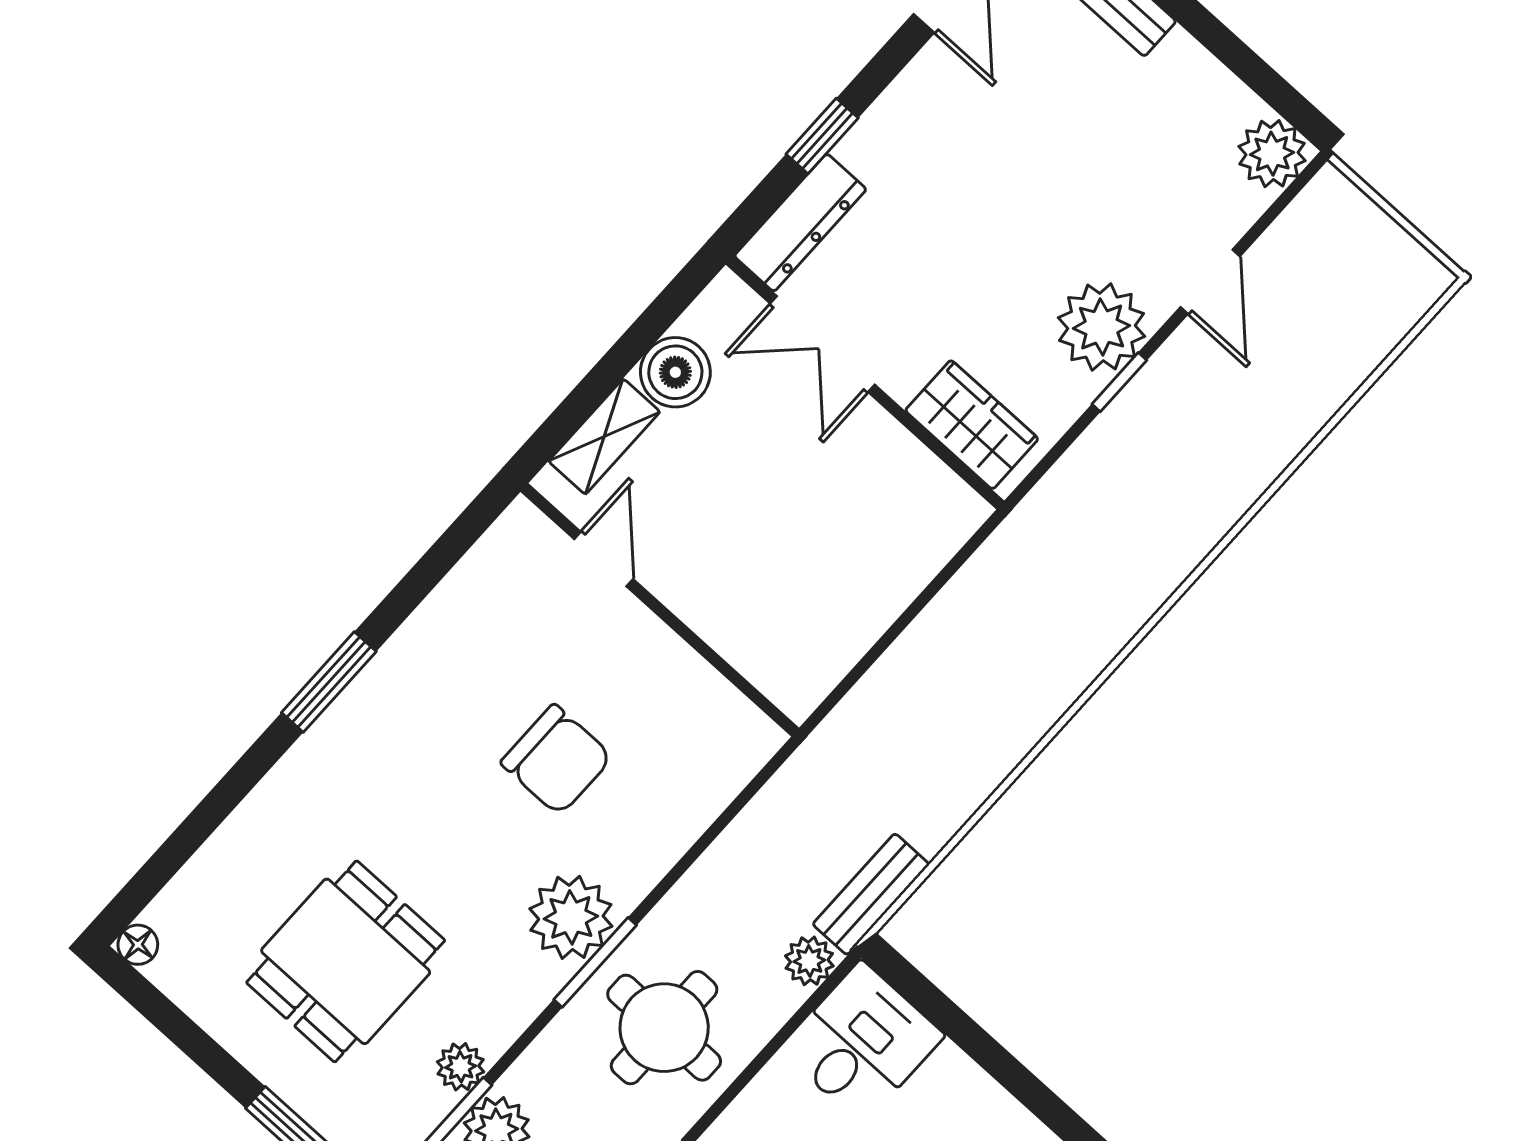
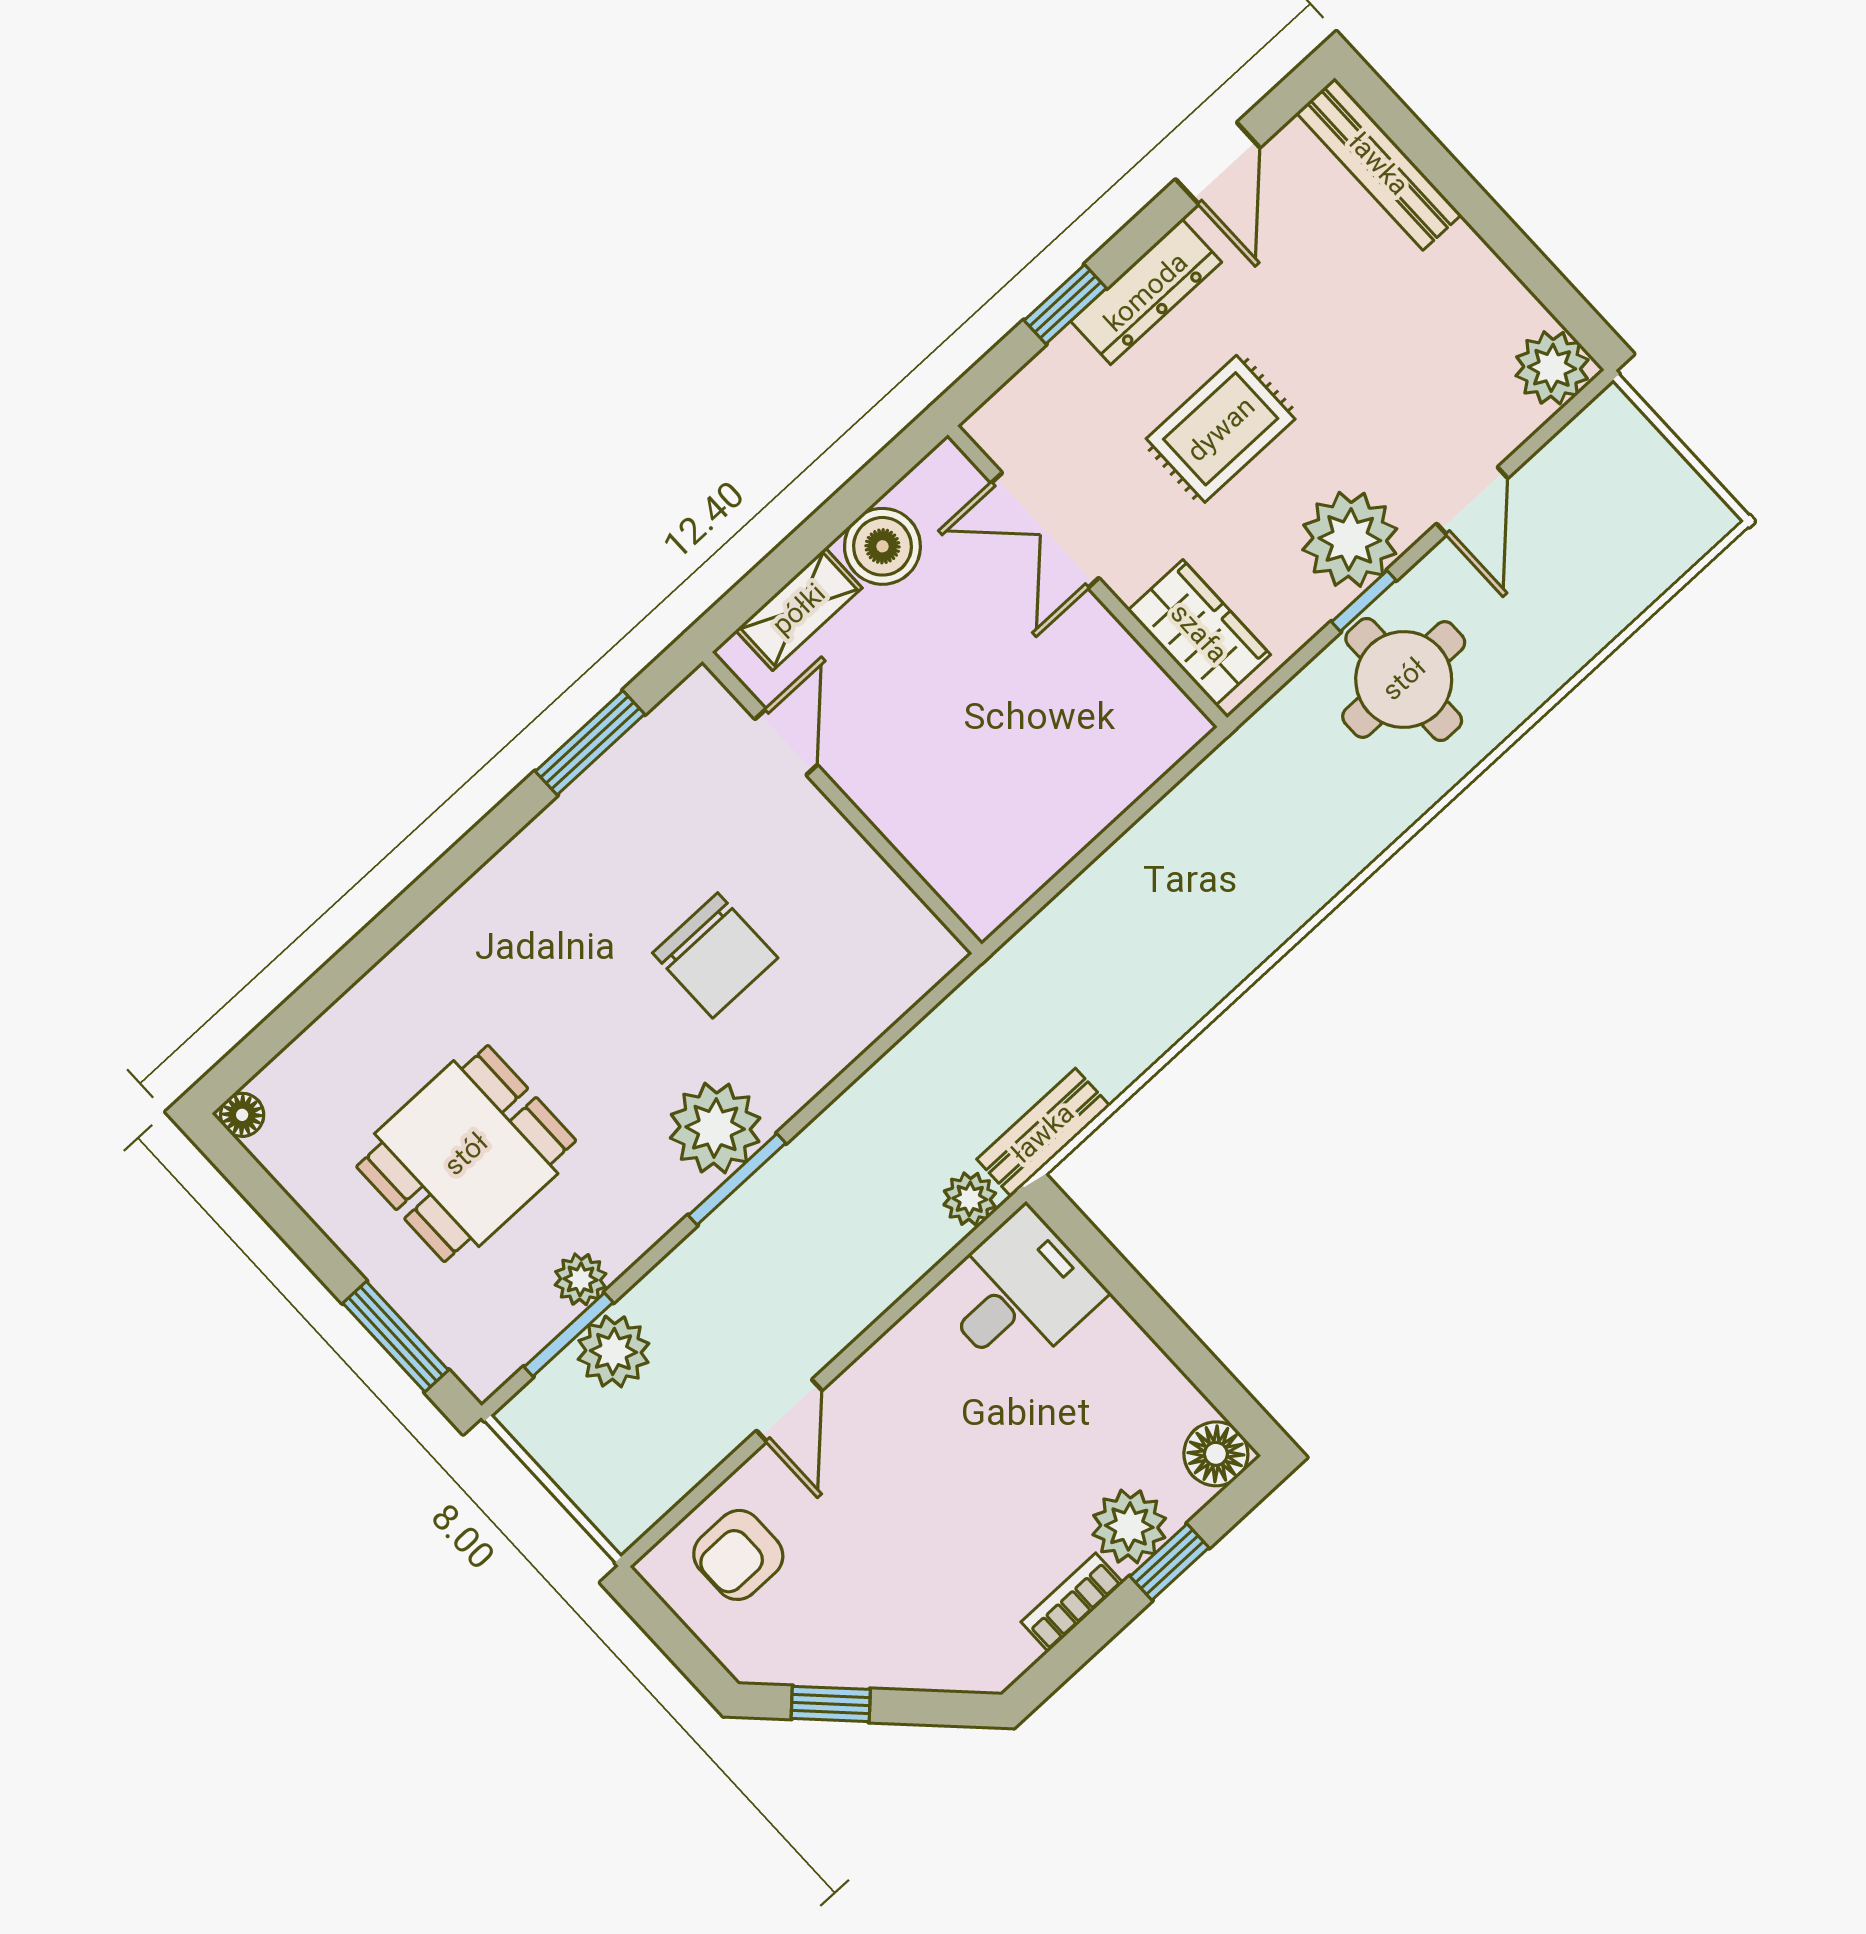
dresser: (800, 223) -> (1146, 292), moved
rug: (974, 237) -> (1221, 429), added
window: (329, 682) -> (590, 743), moved
round table: (664, 1028) -> (1404, 679), moved

